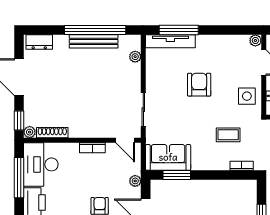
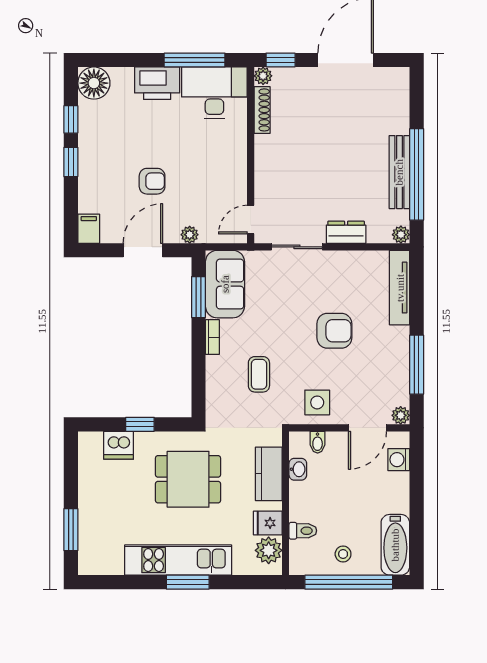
window: (179, 30) -> (417, 365), moved
dresser: (39, 42) -> (346, 232), moved, turned 90
plant: (135, 57) -> (401, 235), moved
bookcase: (92, 148) -> (240, 170), removed
bookcase: (242, 166) -> (212, 337), moved

